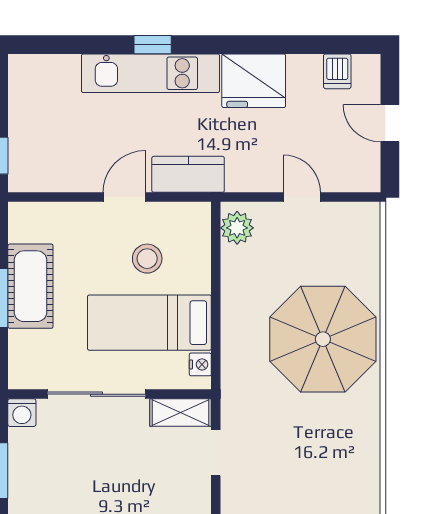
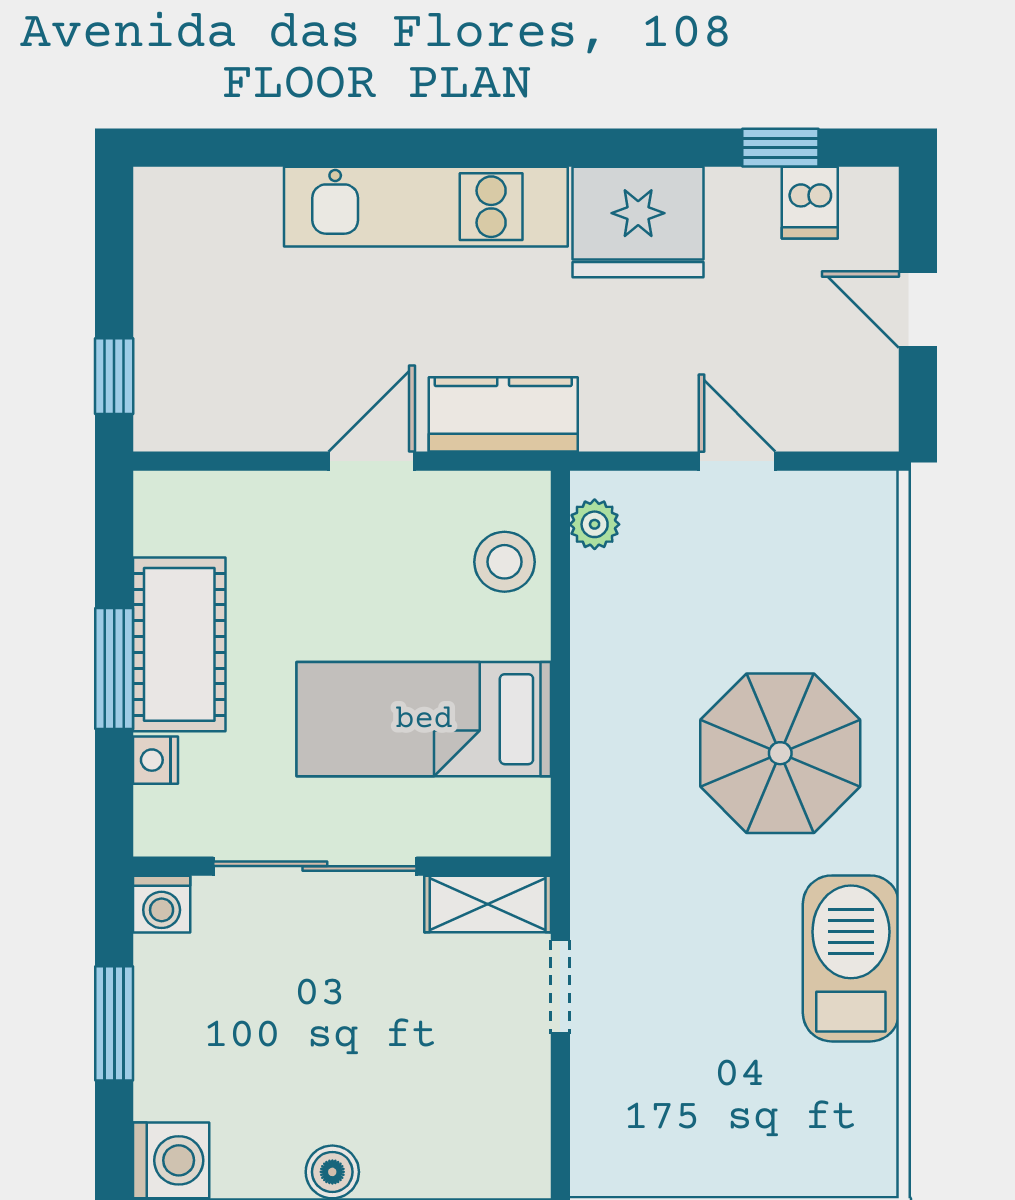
window: (153, 45) -> (780, 148), moved
plant: (237, 228) -> (595, 524), width x0.73, depth x0.73
stool: (147, 259) -> (504, 562), moved
parasol: (323, 339) -> (780, 753), width x0.73, depth x0.73
nightstand: (200, 364) -> (155, 760), moved, turned 180
barbecue: (357, 439) -> (851, 958), added

